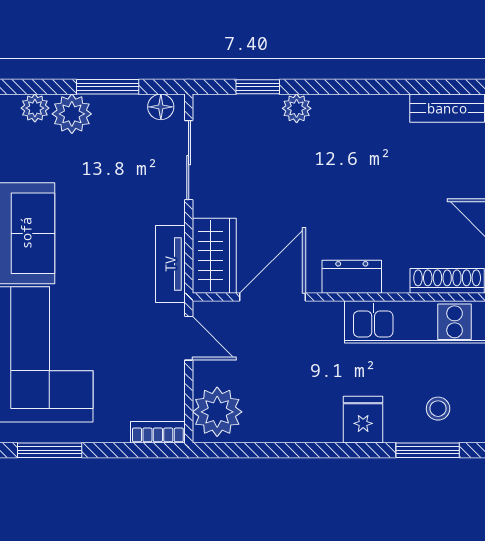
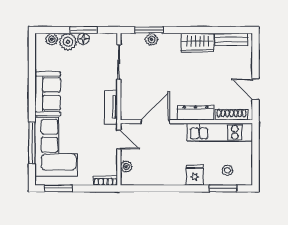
window: (258, 87) -> (149, 30), width x1.50
floor lamp: (161, 107) -> (83, 39), moved
plant: (297, 108) -> (152, 39), moved
wardrobe: (214, 256) -> (198, 43), moved, turned 90
dresser: (352, 277) -> (196, 113), width x1.44
plant: (217, 412) -> (126, 167), width x0.53, depth x0.53

